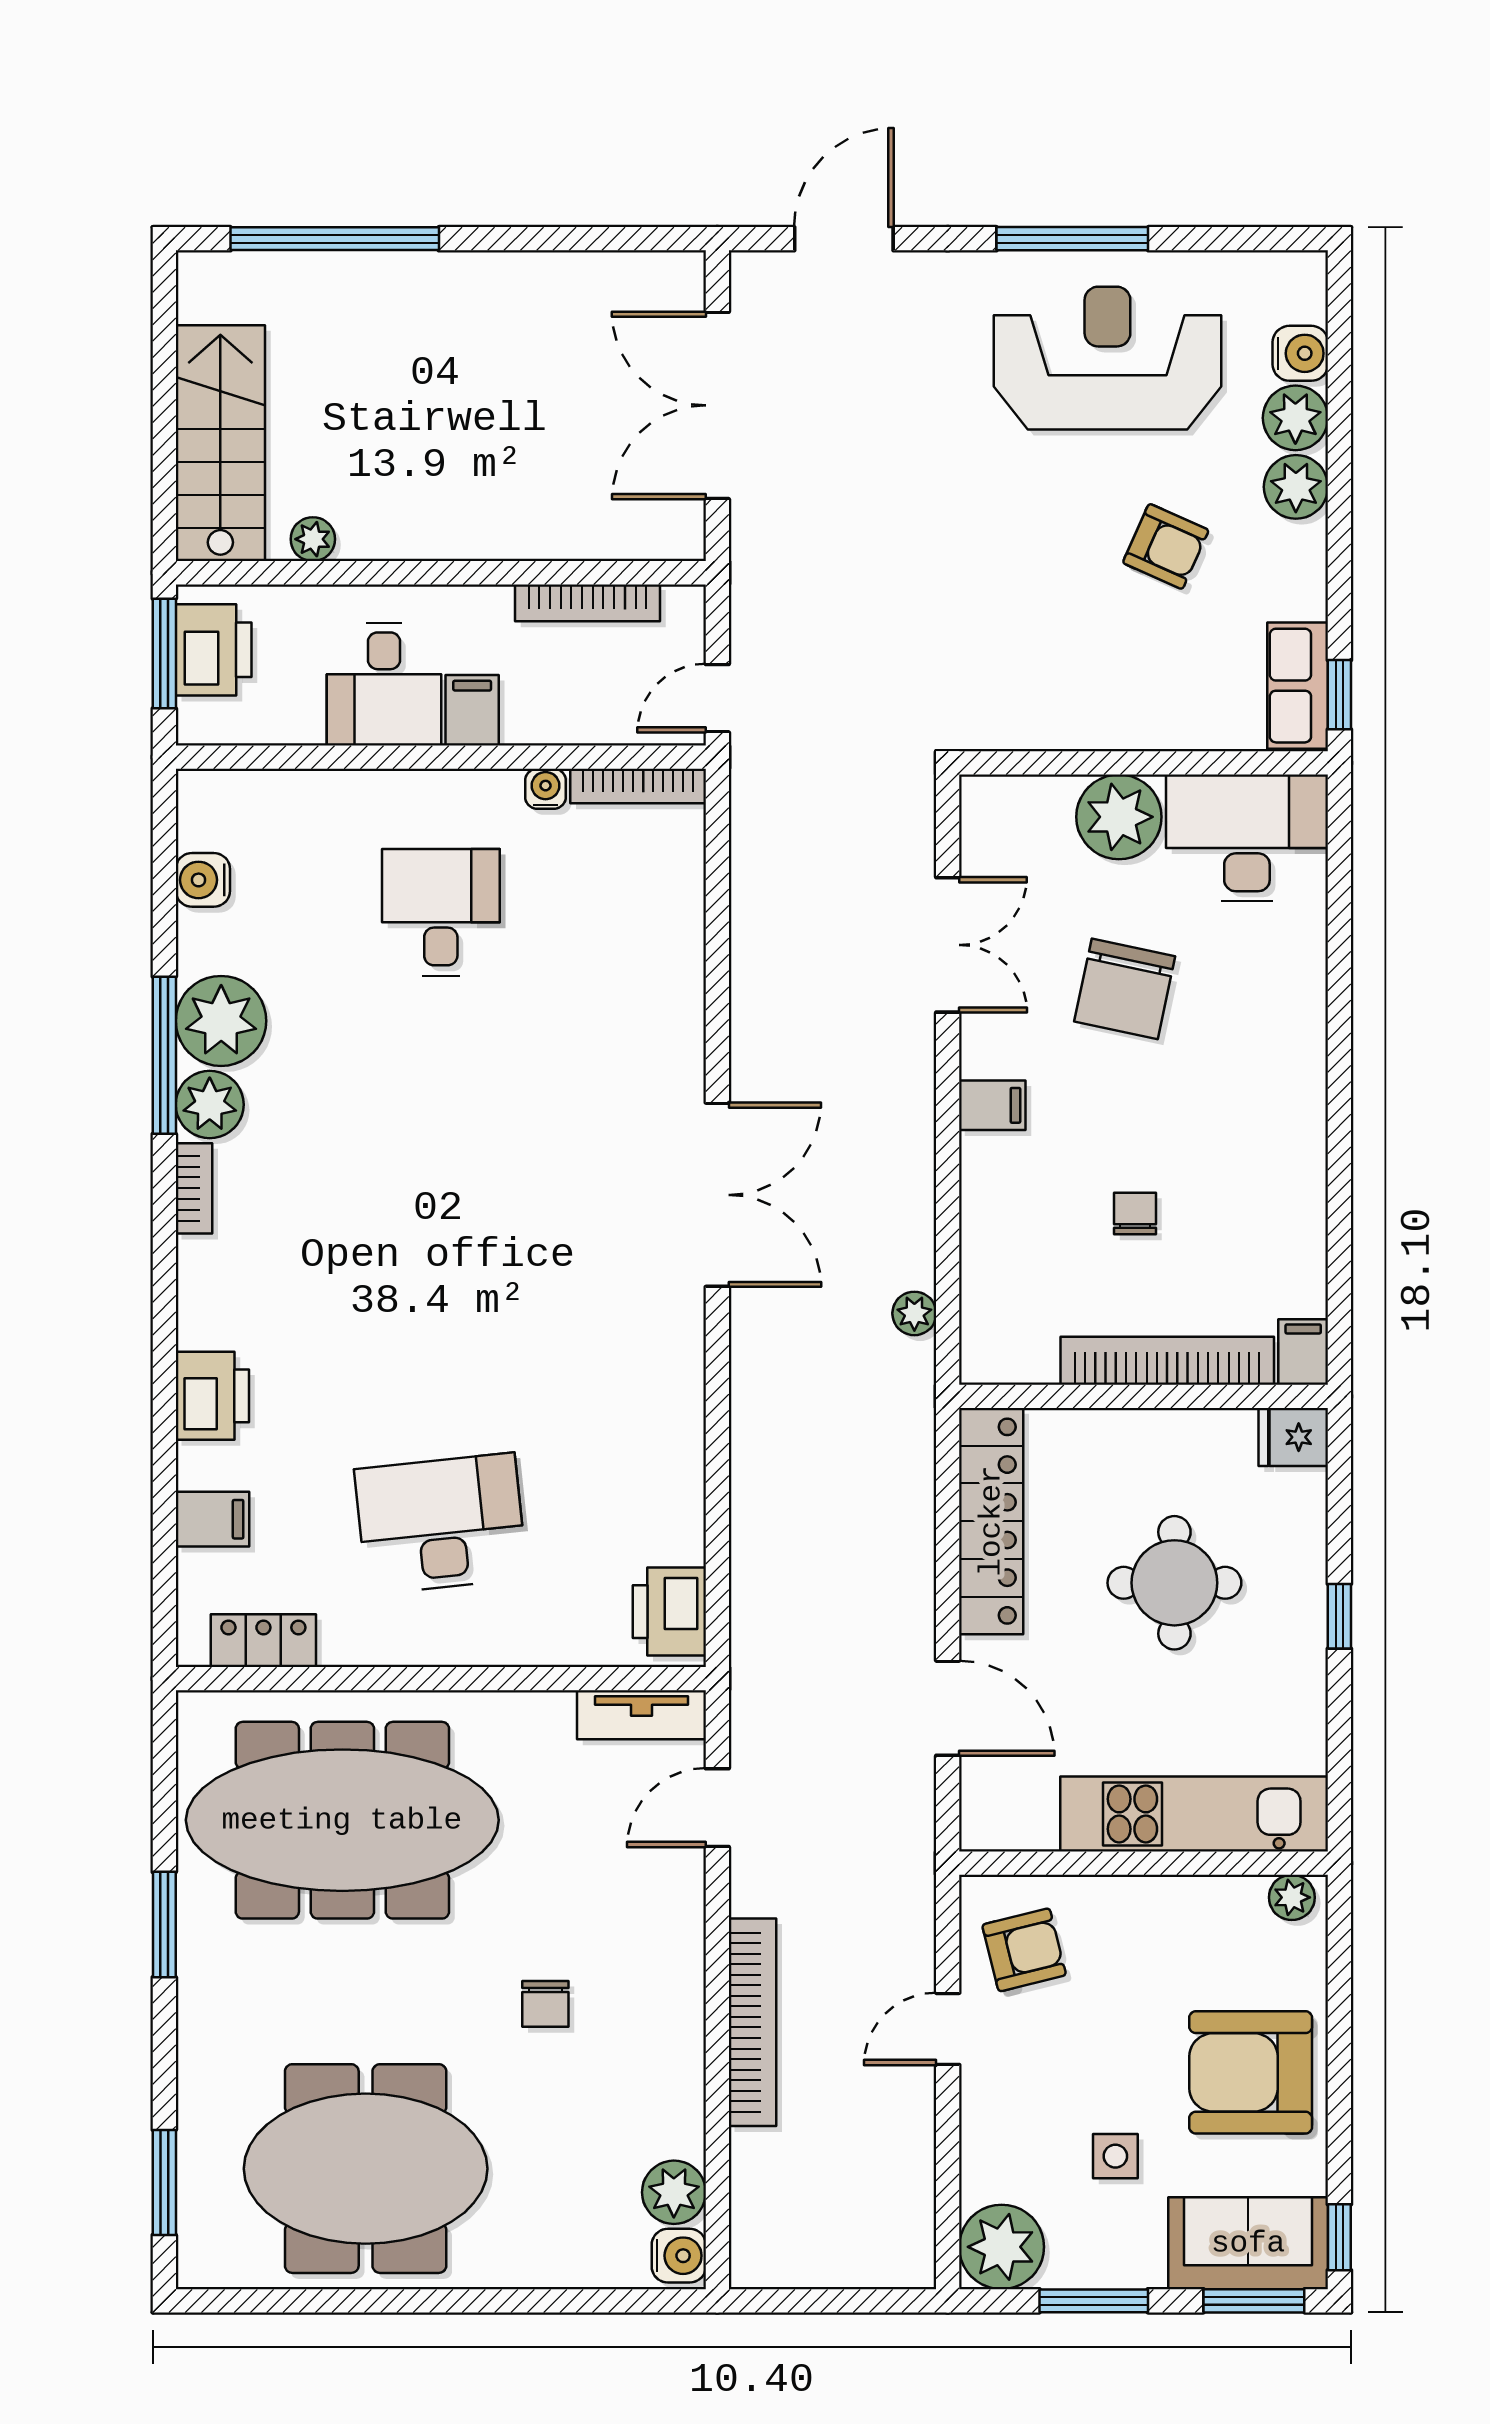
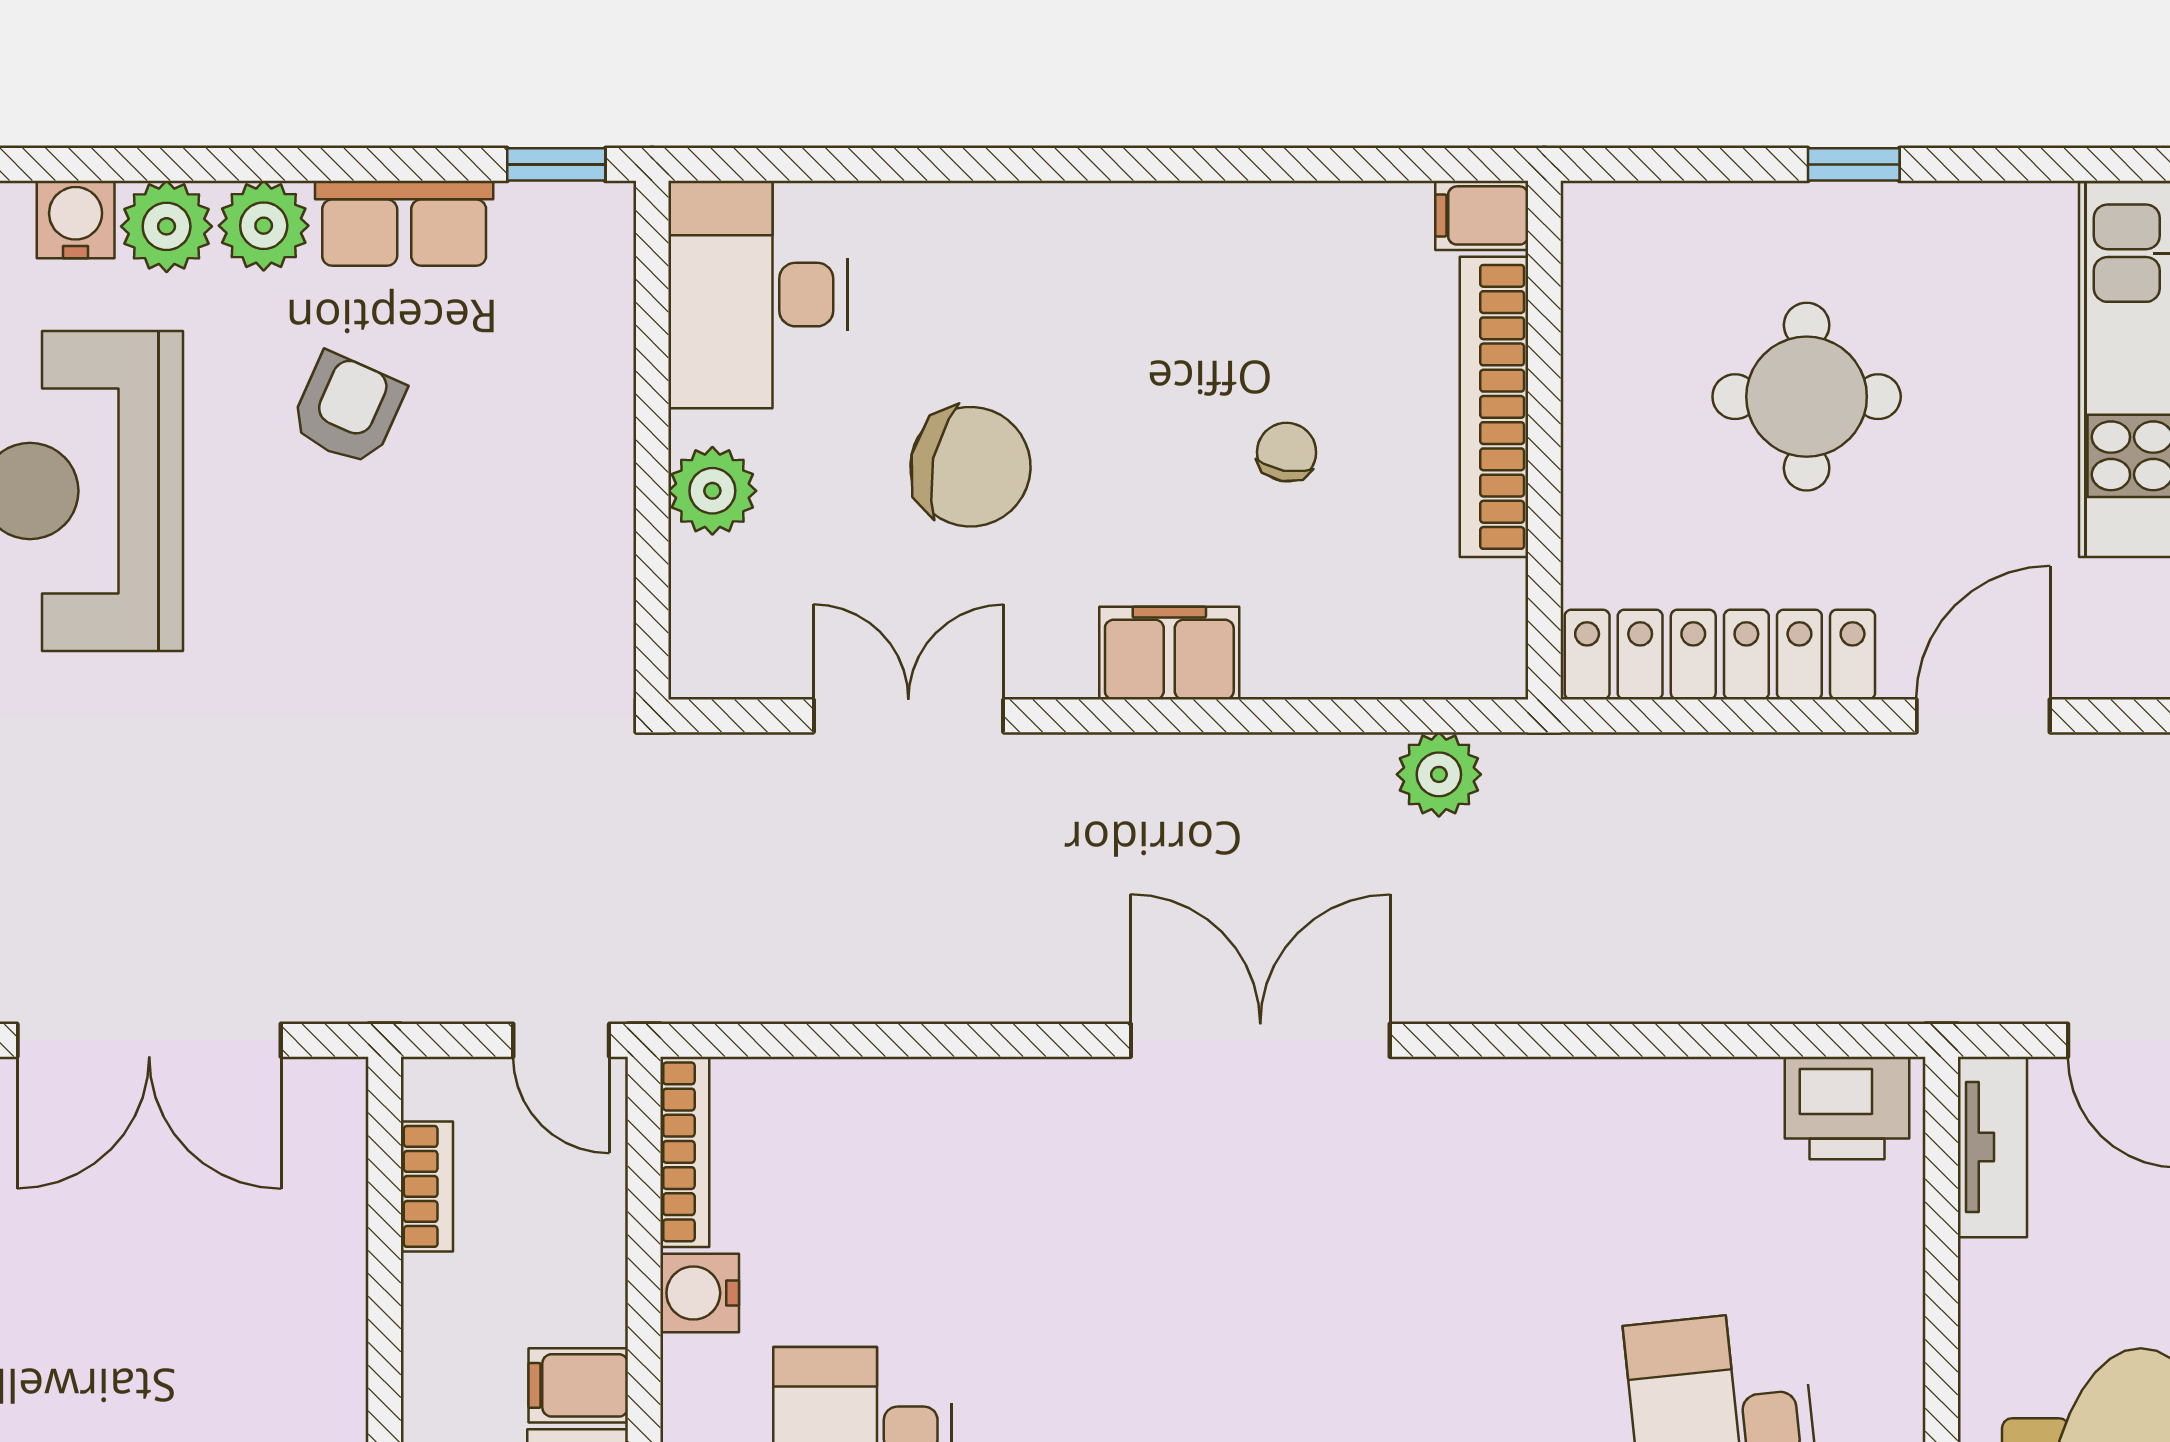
bookcase: (587, 603) -> (427, 1186), width x0.64
row of seats: (1298, 686) -> (404, 223), moved
water cooler: (546, 789) -> (700, 1293), width x1.38, depth x1.38
plant: (1119, 817) -> (712, 491), width x0.73, depth x0.73
filing cabinet: (992, 1105) -> (1169, 653), width x2.00
chair: (1135, 1213) -> (1287, 452), turned 100
plant: (914, 1313) -> (1439, 774), width x1.38, depth x1.38
fridge: (1293, 1437) -> (1601, 229), removed

